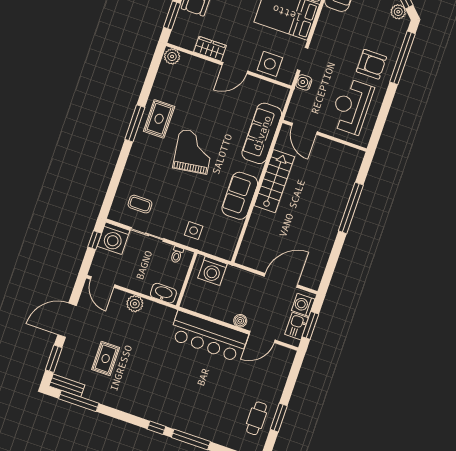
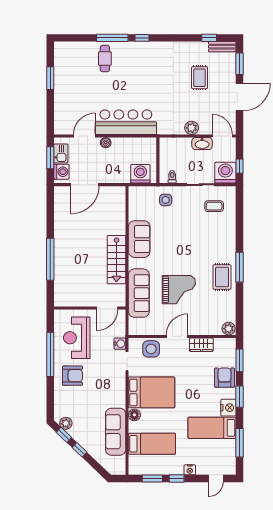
window: (403, 58) -> (50, 354), moved
armchair: (371, 64) -> (73, 376), turned 180
reception desk: (351, 106) -> (77, 338), turned 180
door: (304, 129) -> (107, 308), swing flipped
grand piano: (193, 152) -> (179, 290), moved, turned -82
washbasin: (163, 293) -> (202, 144), moved
window: (79, 401) -> (209, 38), width x0.46
cafe table: (257, 418) -> (105, 59), moved

